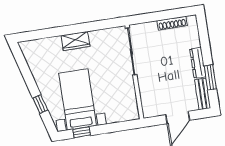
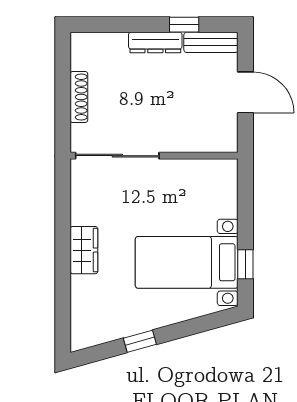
shoe rack: (172, 23) -> (79, 97), moved
window: (210, 77) -> (184, 25), width x0.67
window: (40, 104) -> (140, 341), moved

